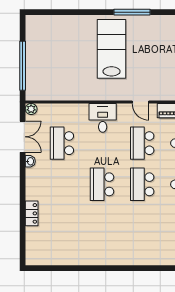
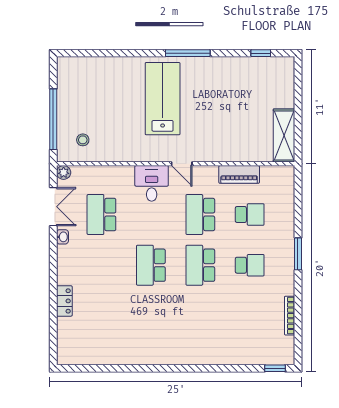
stool: (47, 83) -> (83, 140), added
door: (140, 102) -> (182, 164), moved

